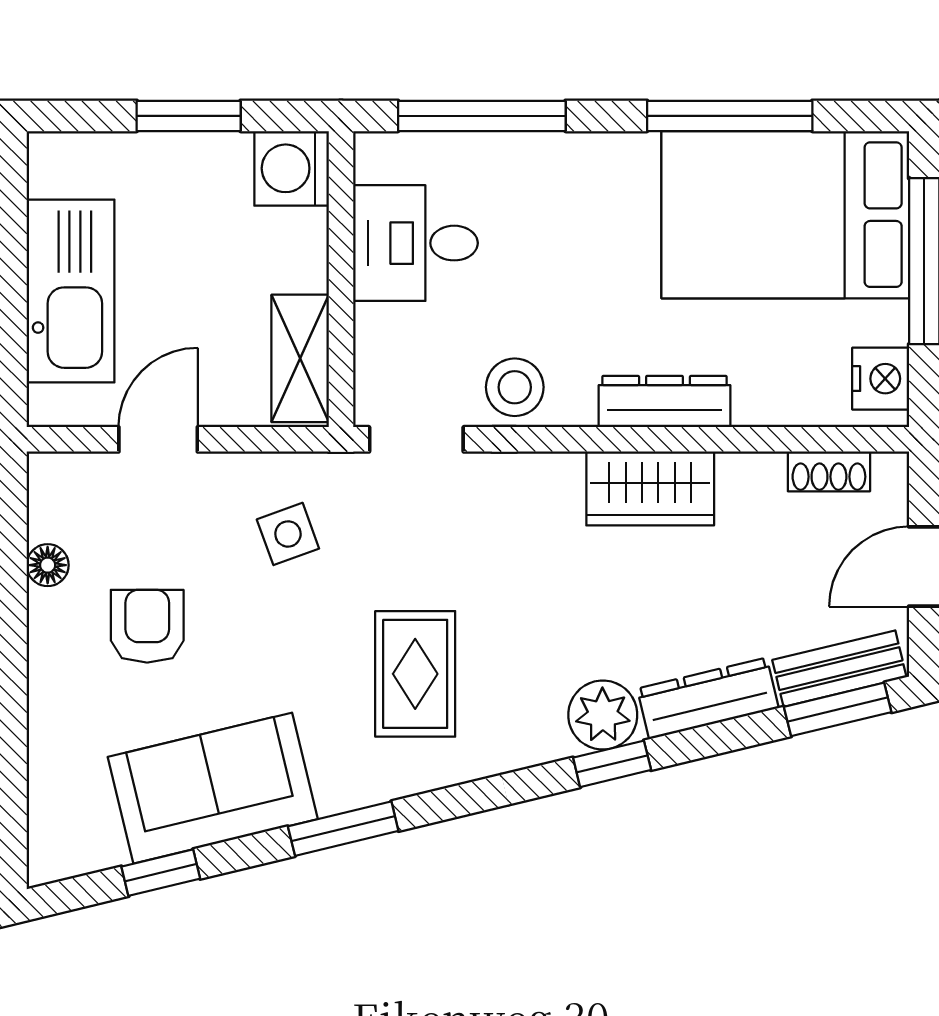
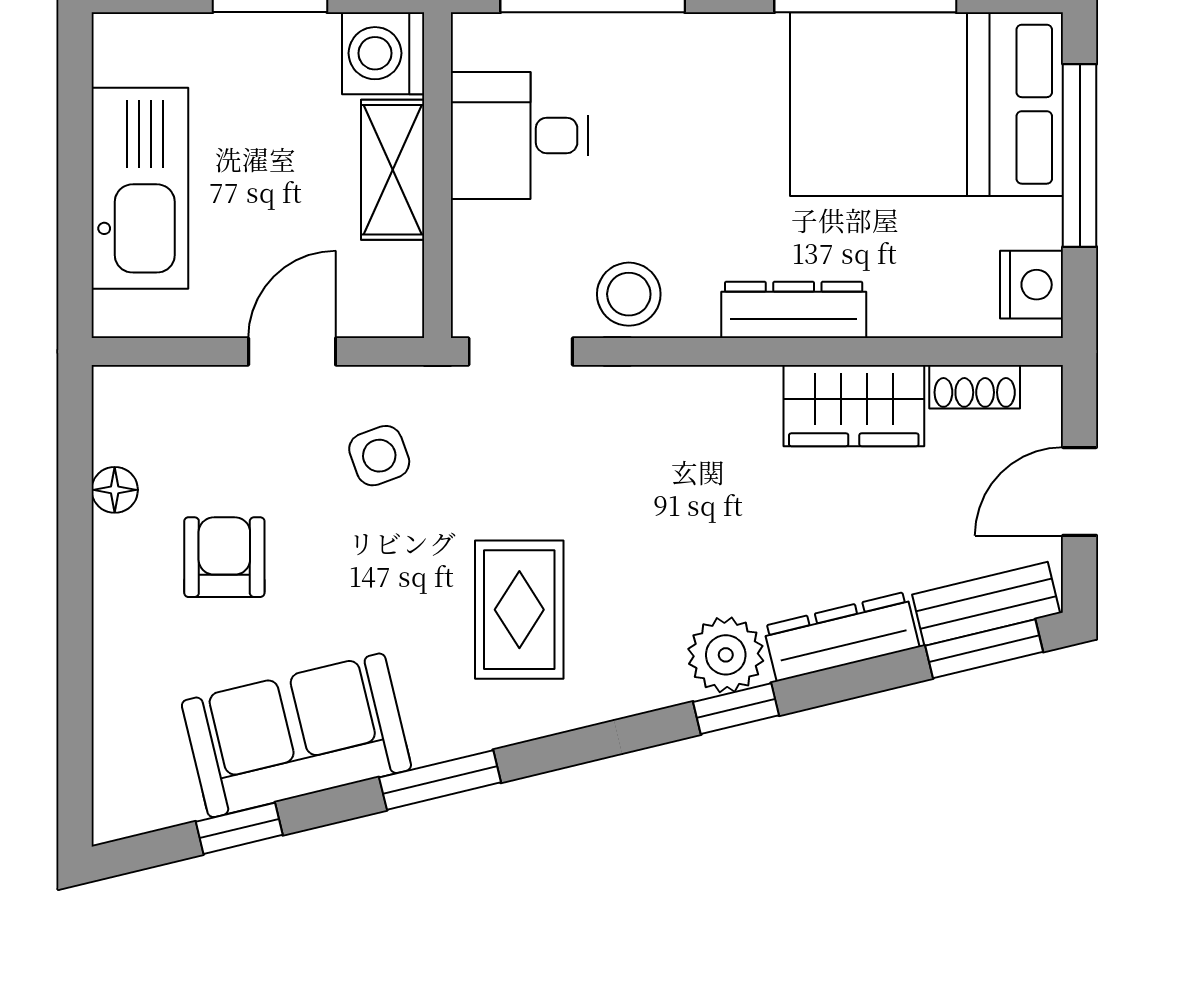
shelving: (300, 358) -> (393, 170), moved
door: (158, 439) -> (292, 351), moved
wardrobe: (650, 488) -> (854, 406), moved

